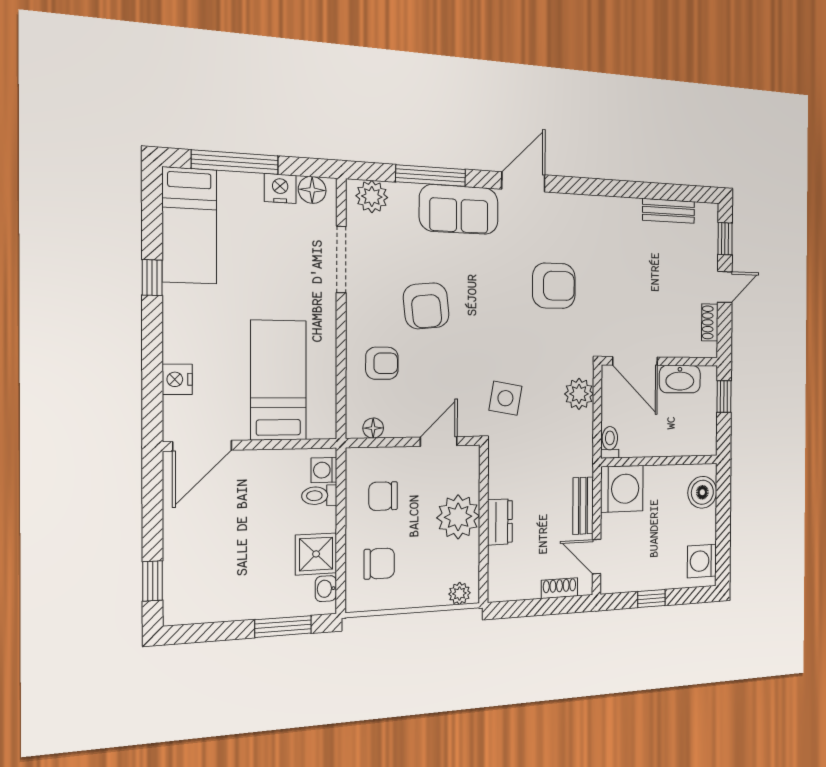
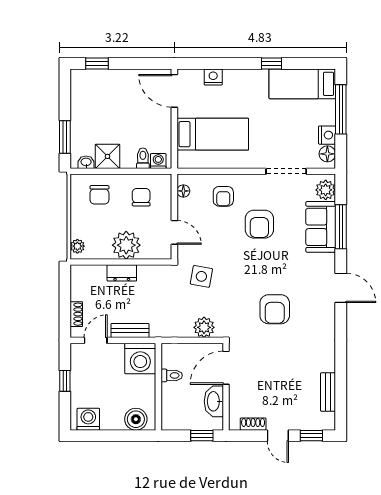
sofa: (459, 209) -> (321, 227), moved
armchair: (426, 306) -> (259, 224), turned -84
toilet: (610, 442) -> (172, 375), moved

